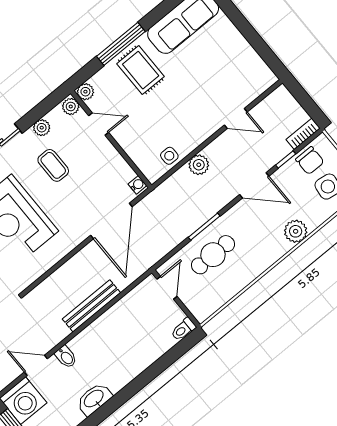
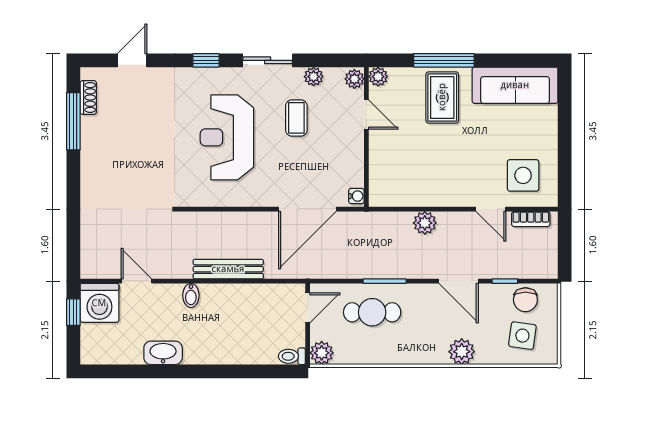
bookcase: (303, 134) -> (531, 219), moved, turned 180
side table: (169, 156) -> (523, 175), moved, width x1.87, depth x1.87
plant: (201, 310) -> (322, 353), added
bidet: (66, 357) -> (191, 295), moved

